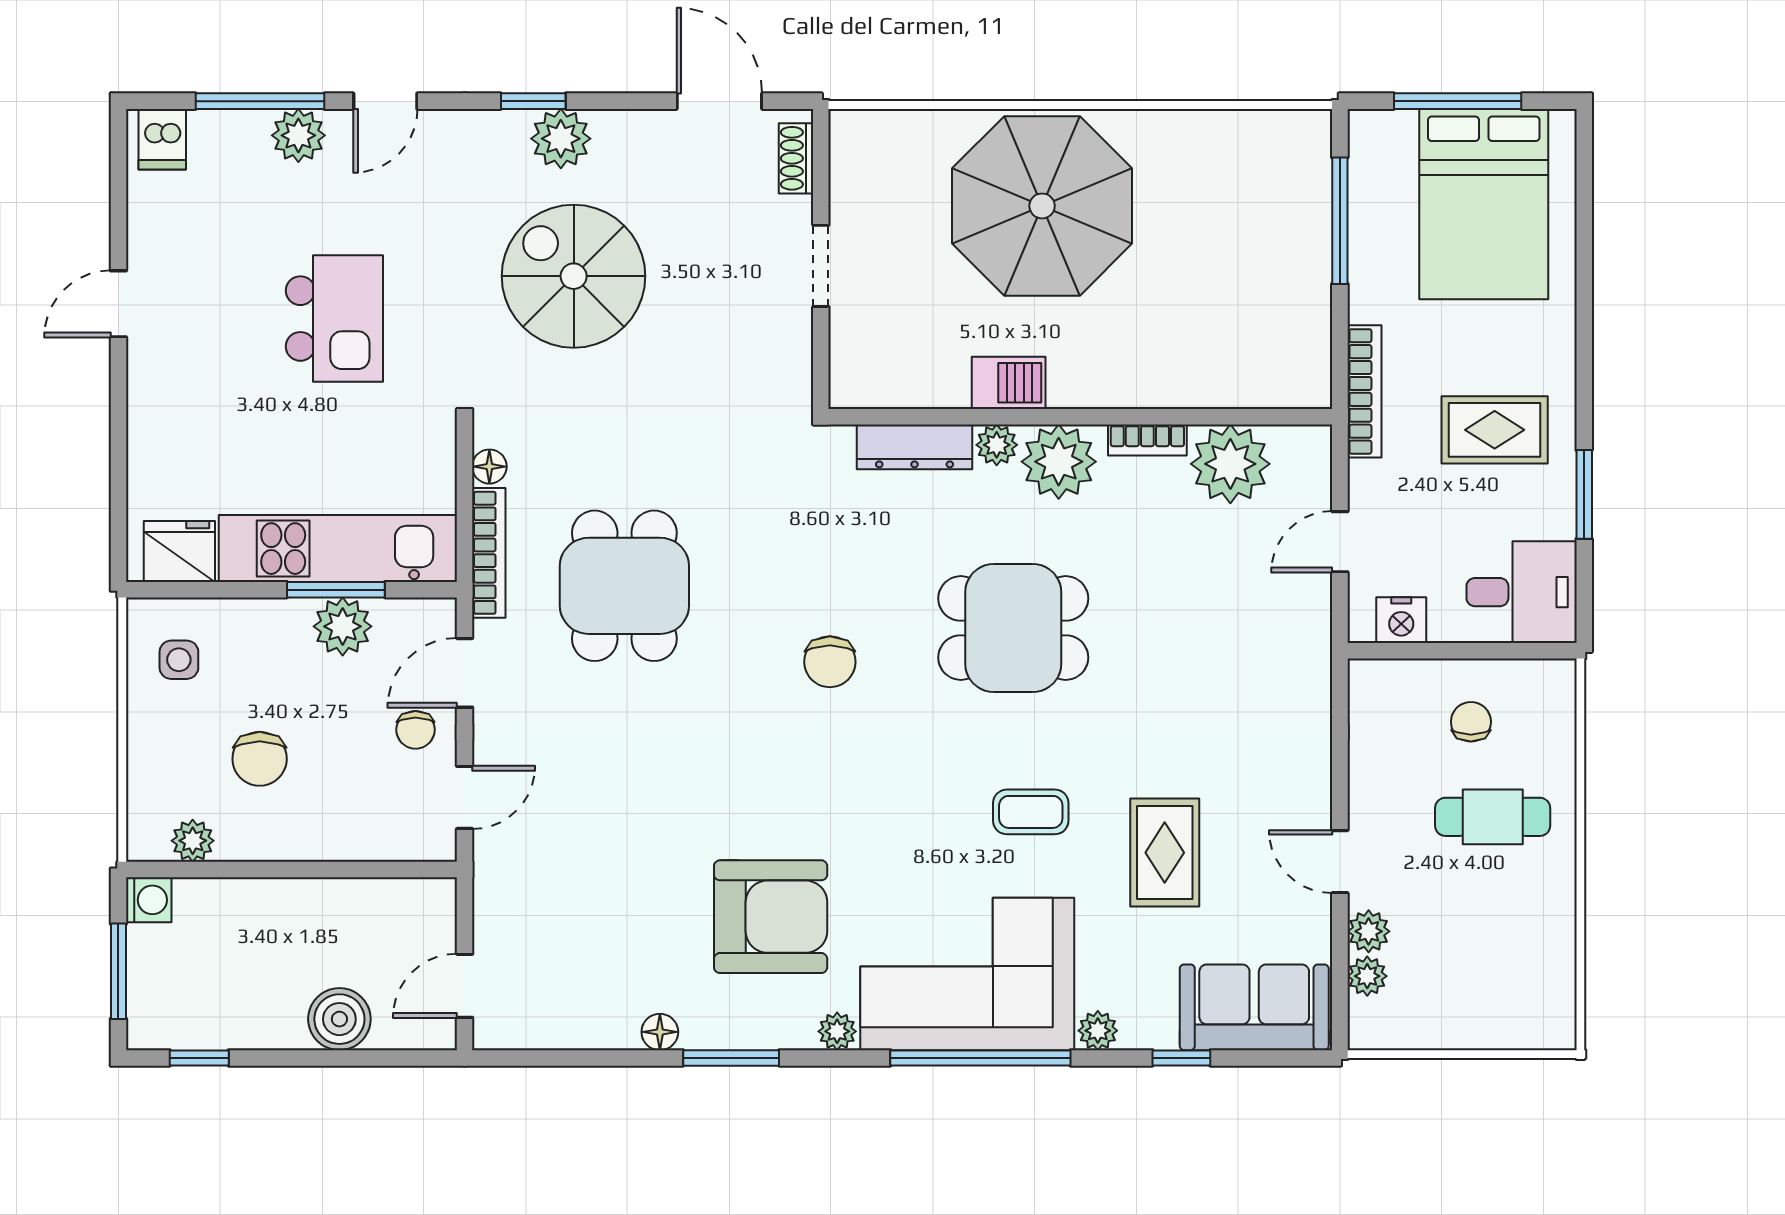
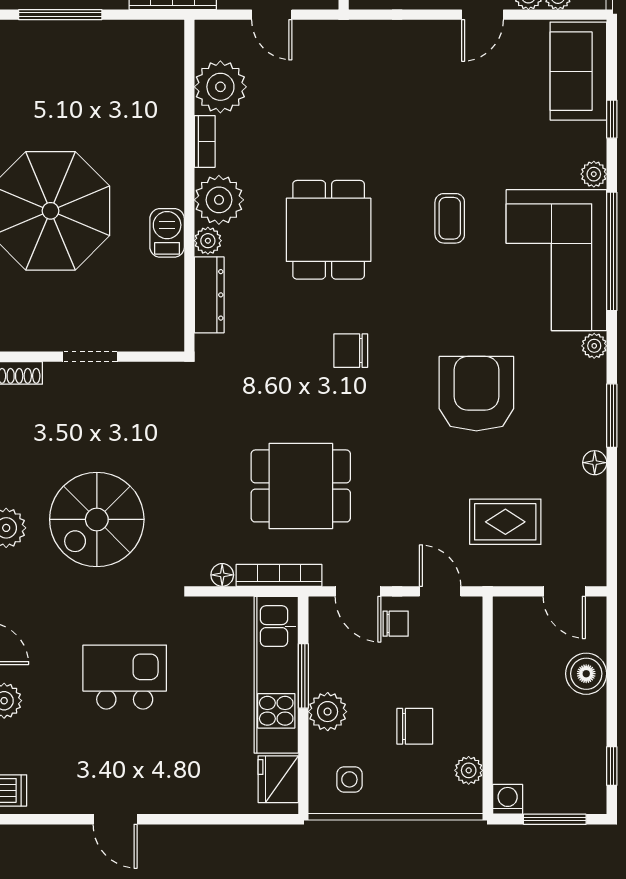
plant: (343, 626) -> (328, 712), moved
chair: (830, 662) -> (351, 351), turned 180
rug: (1165, 853) -> (505, 522), moved
armchair: (771, 917) -> (476, 394), moved

